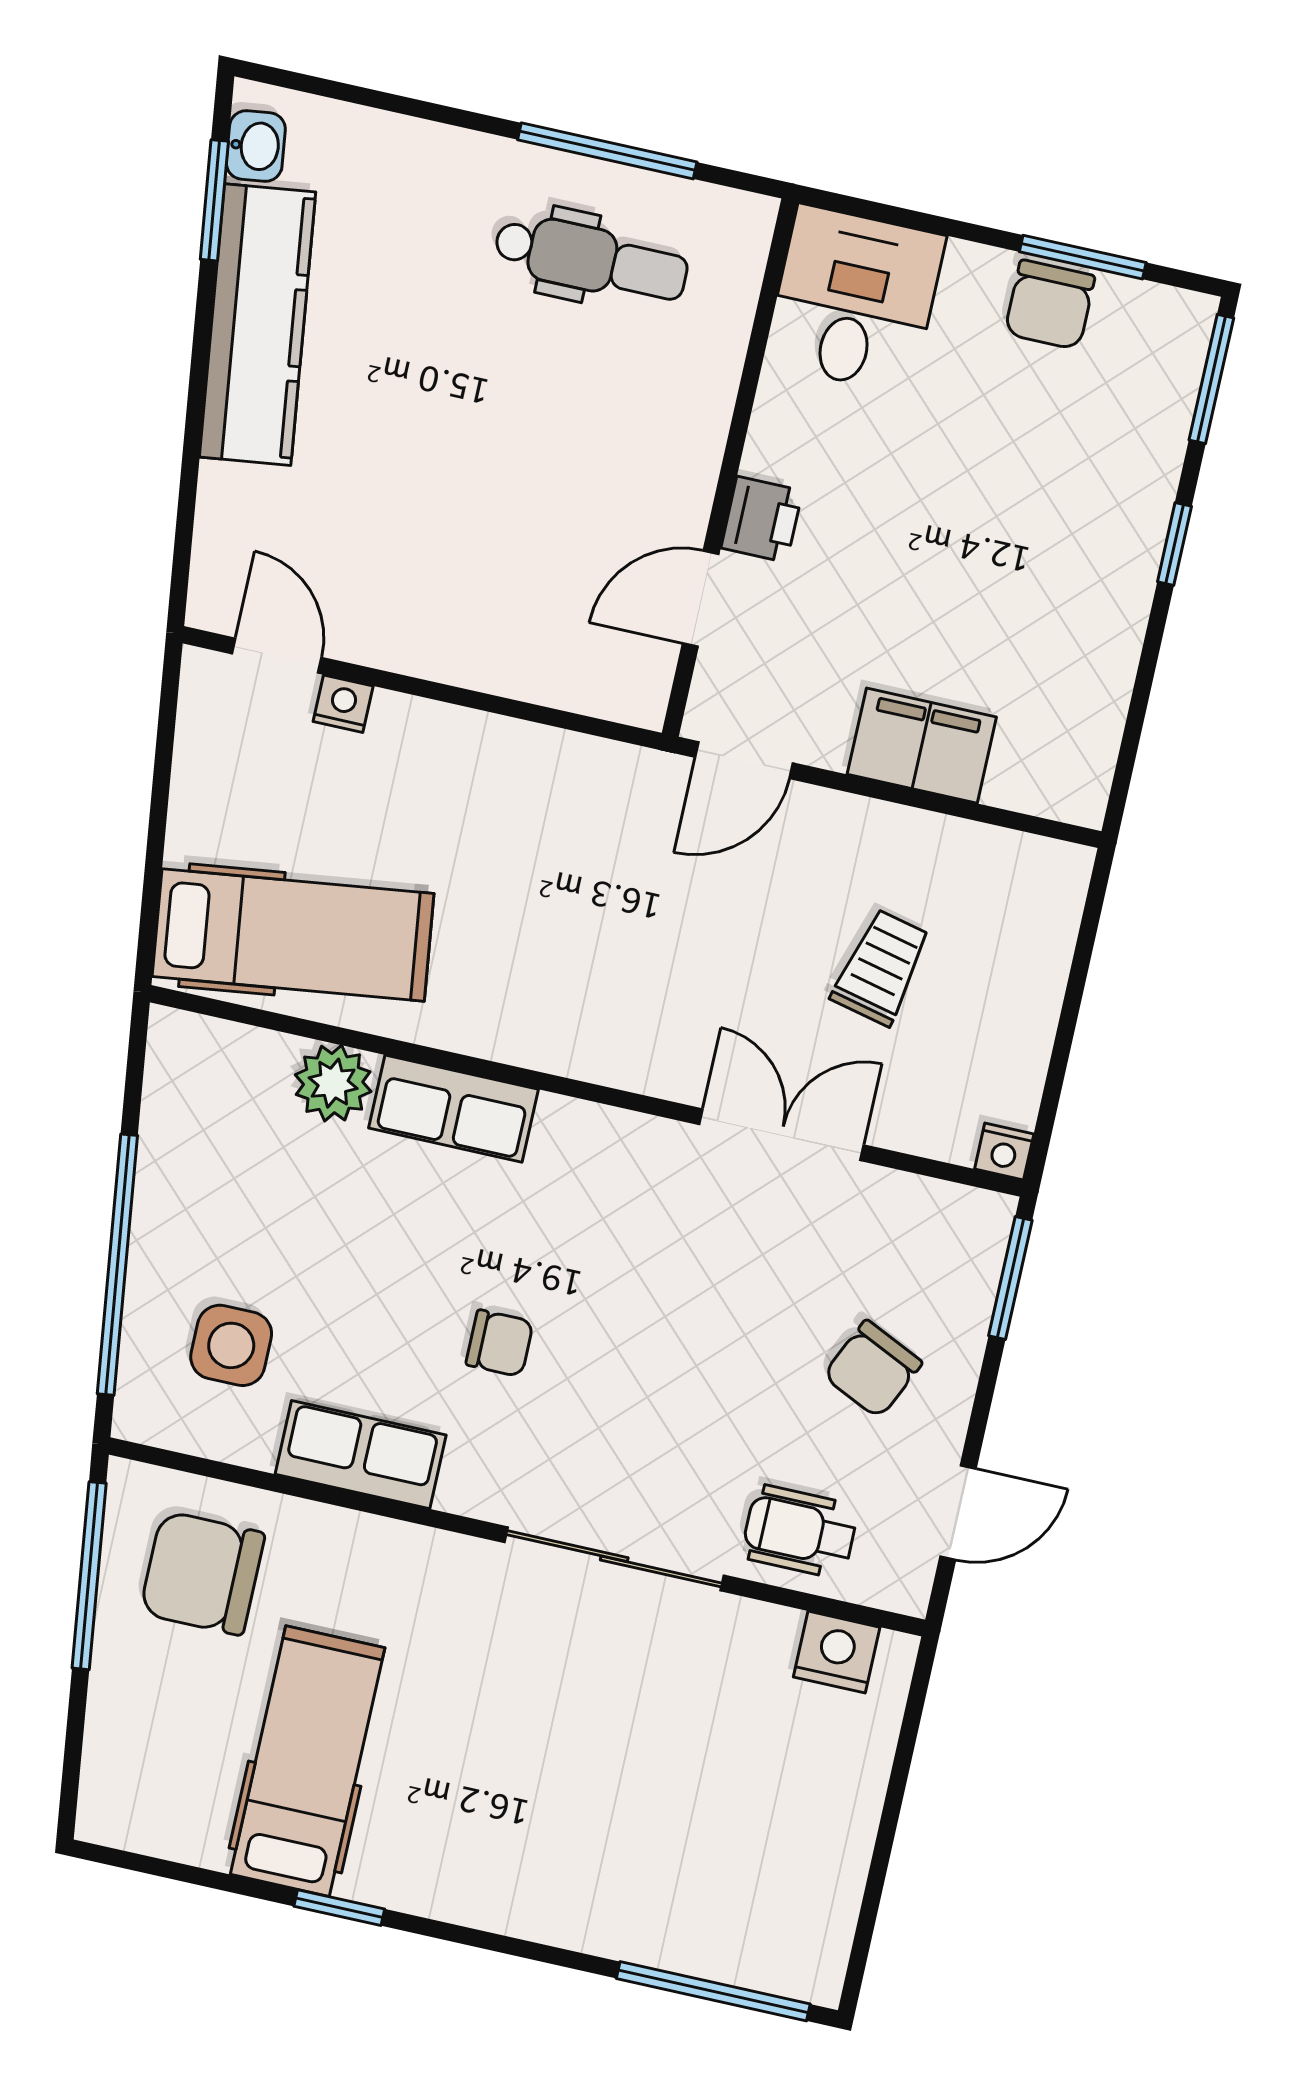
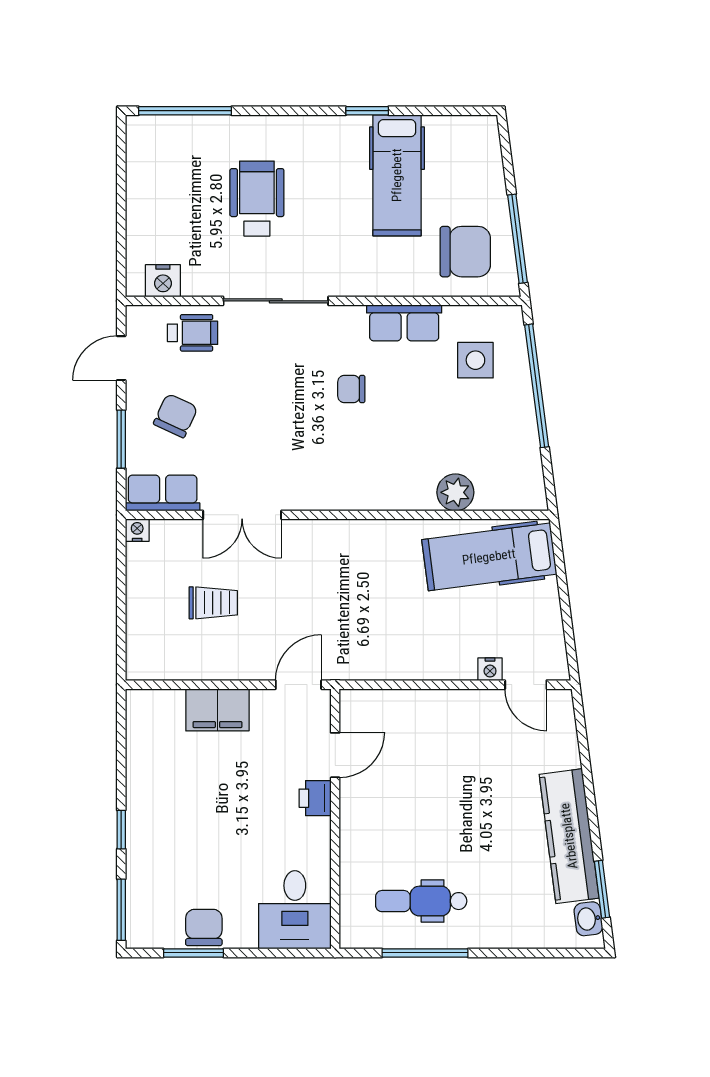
trolley: (881, 967) -> (213, 603), turned -103
row of seats: (454, 1109) -> (163, 493), moved
window: (1010, 1278) -> (121, 439), moved
wheelchair: (606, 1778) -> (257, 199), added

